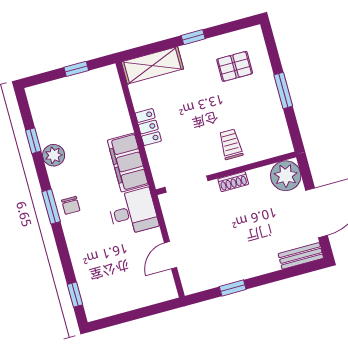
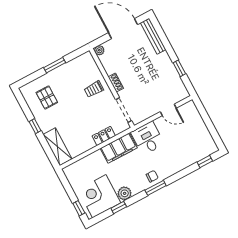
window: (76, 69) -> (79, 208), moved
corner desk: (58, 114) -> (99, 196), added
locker: (148, 127) -> (104, 136), moved
plant: (286, 176) -> (99, 50), width x0.53, depth x0.53
bench: (301, 256) -> (153, 36), width x1.36

